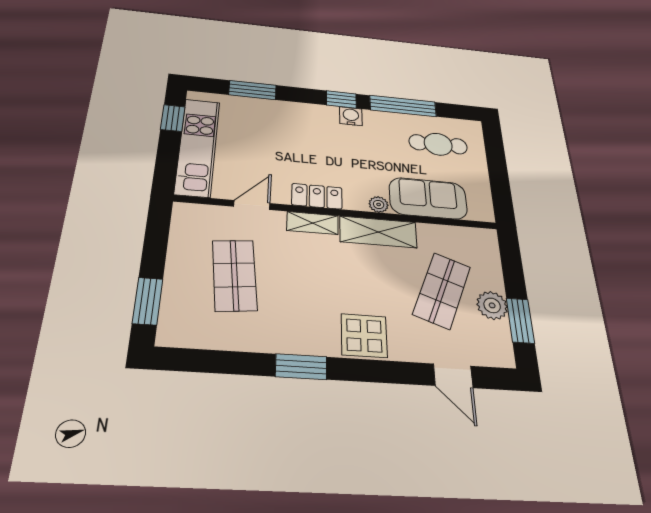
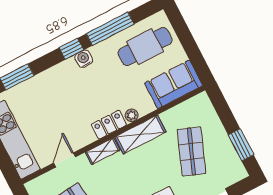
cafe table: (438, 144) -> (145, 47), width x1.37, depth x1.35
locker: (317, 196) -> (109, 125), moved
sofa: (428, 198) -> (174, 84), moved
plant: (492, 305) -> (222, 144), removed

